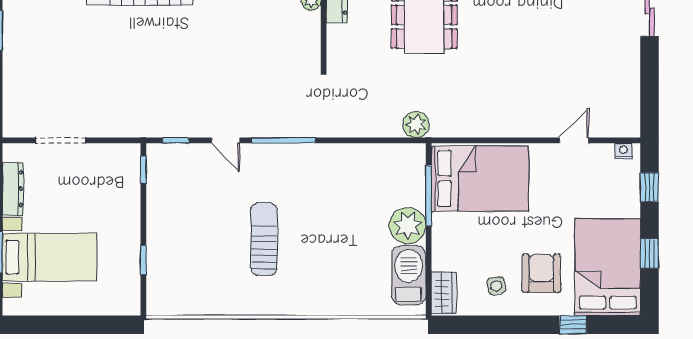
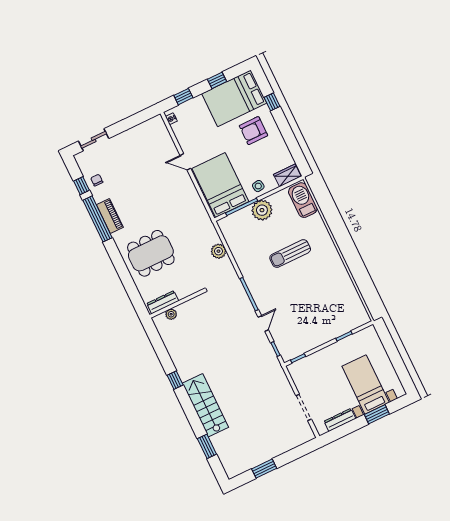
plant: (416, 125) -> (218, 251), moved
door: (574, 140) -> (185, 162), moved
sun lounger: (264, 239) -> (290, 254), moved
barbecue: (409, 275) -> (303, 200), moved, turned 90
side table: (496, 286) -> (258, 186), moved

